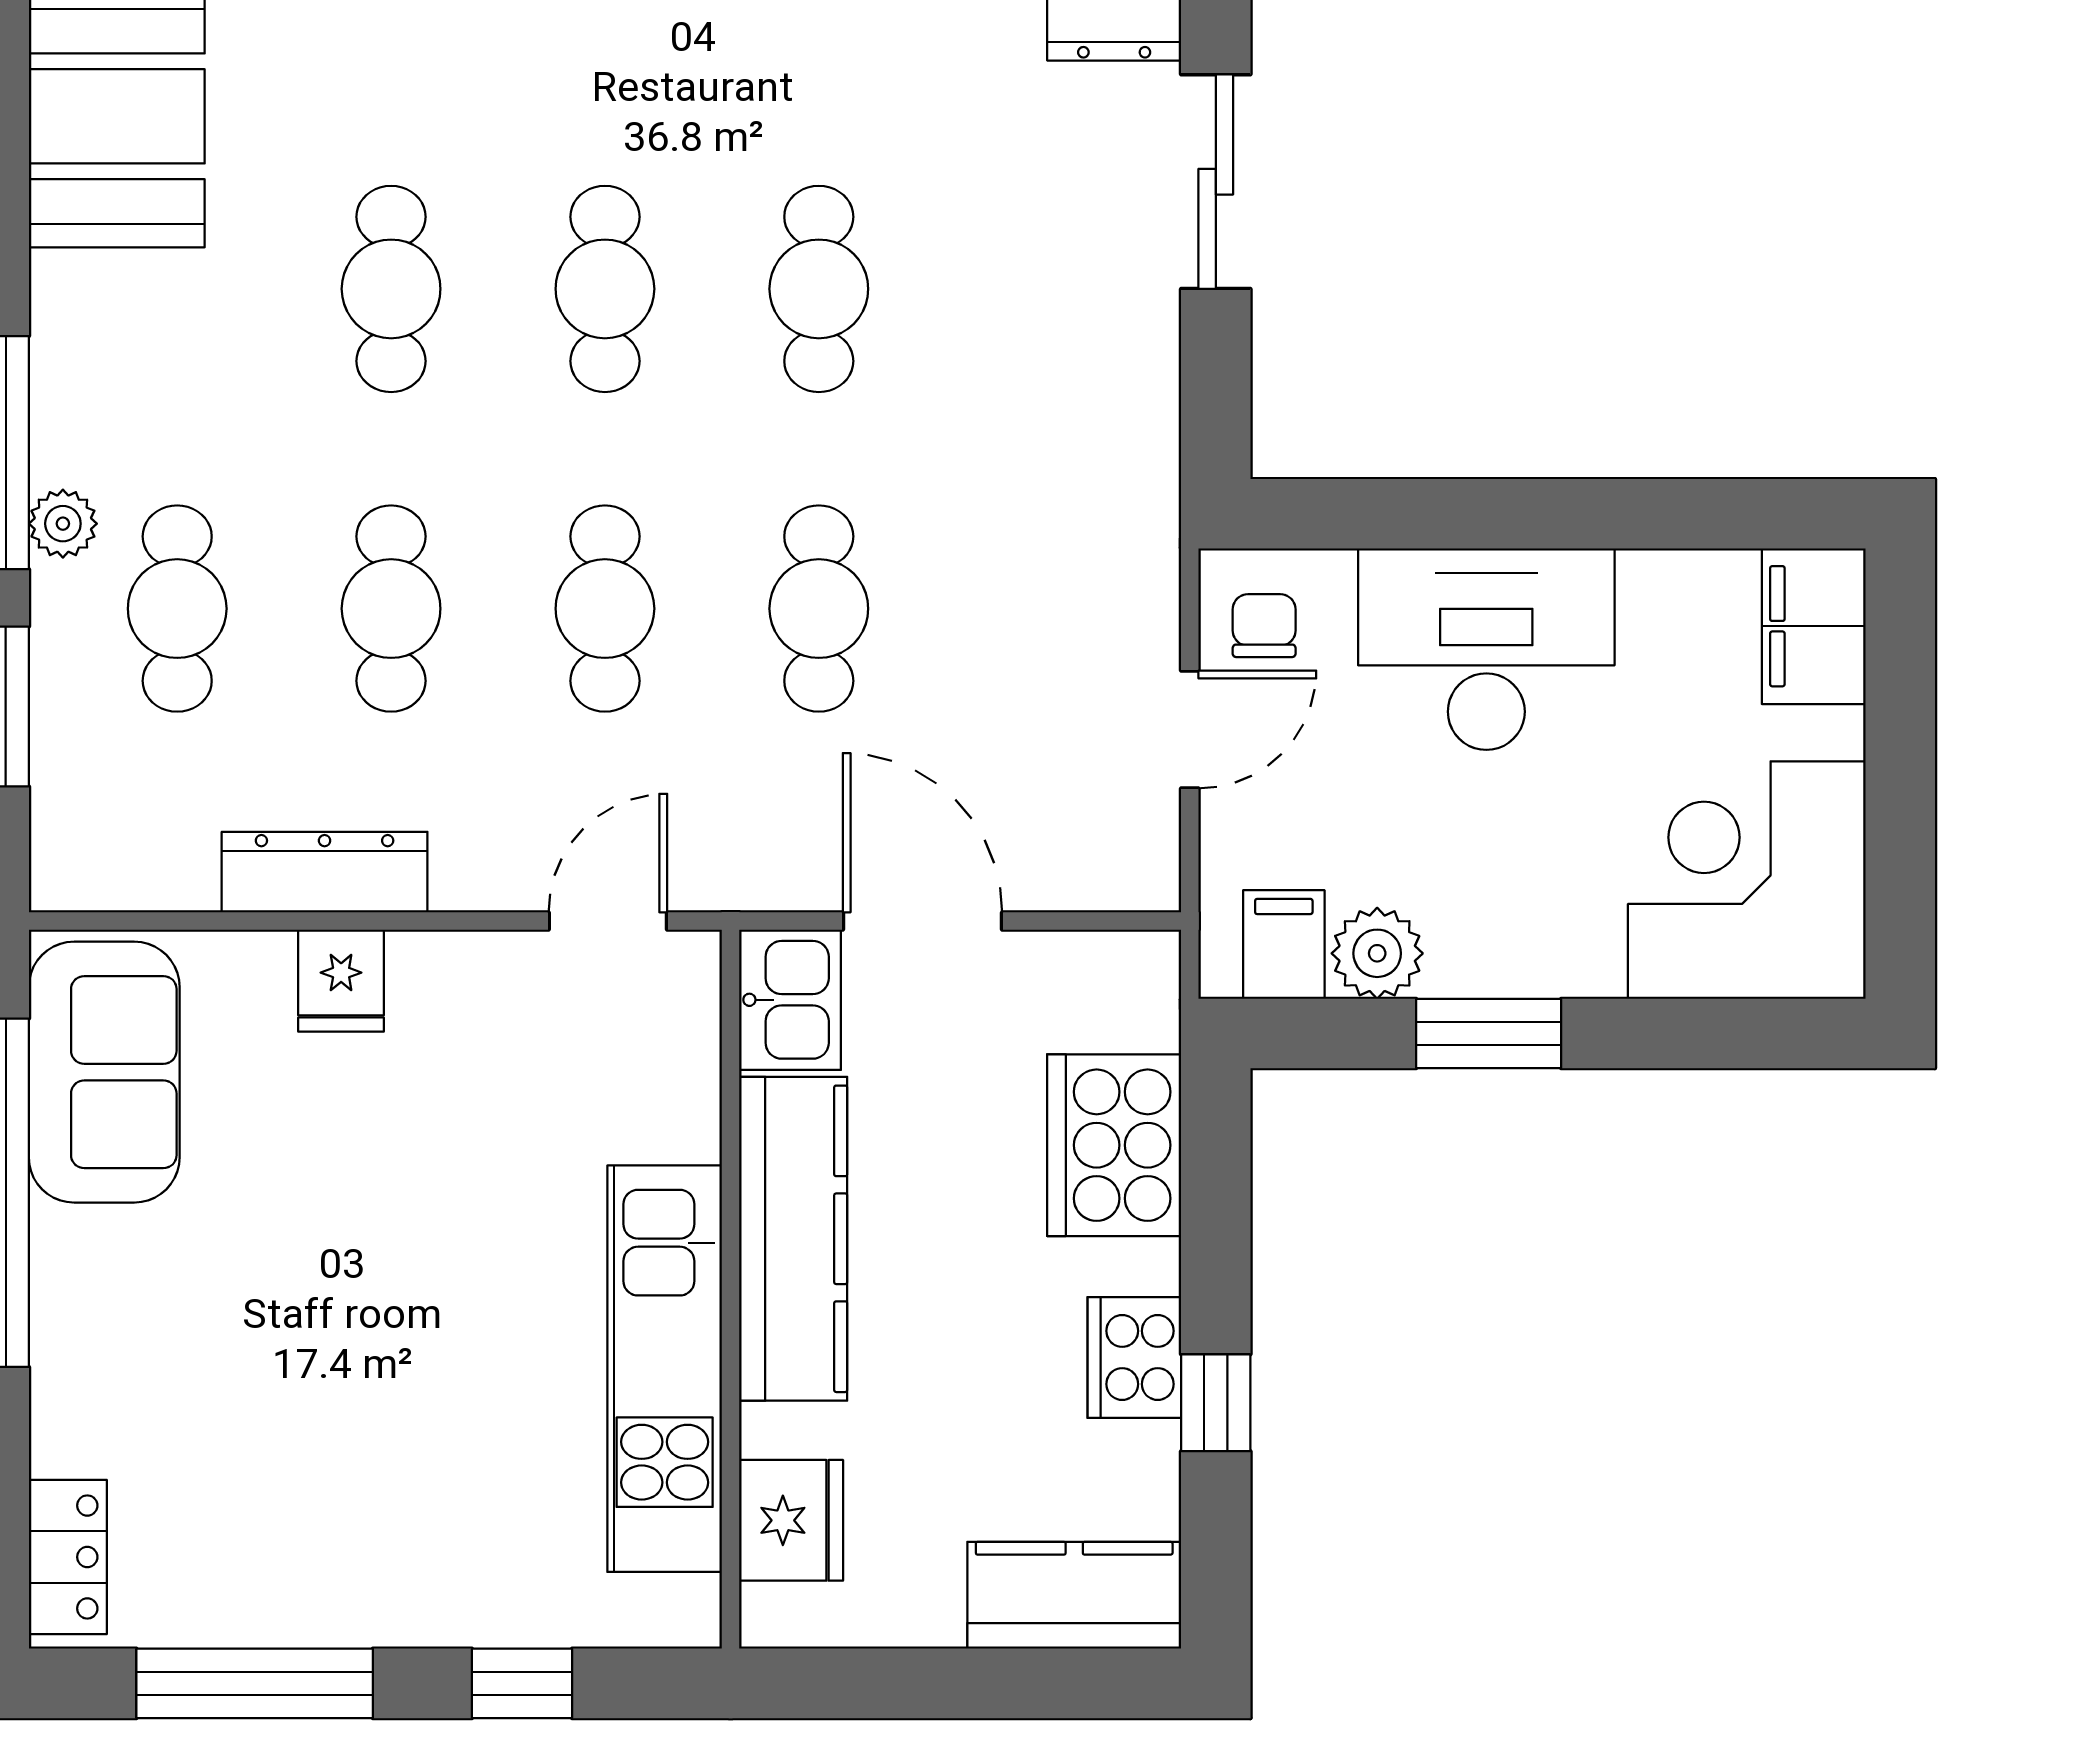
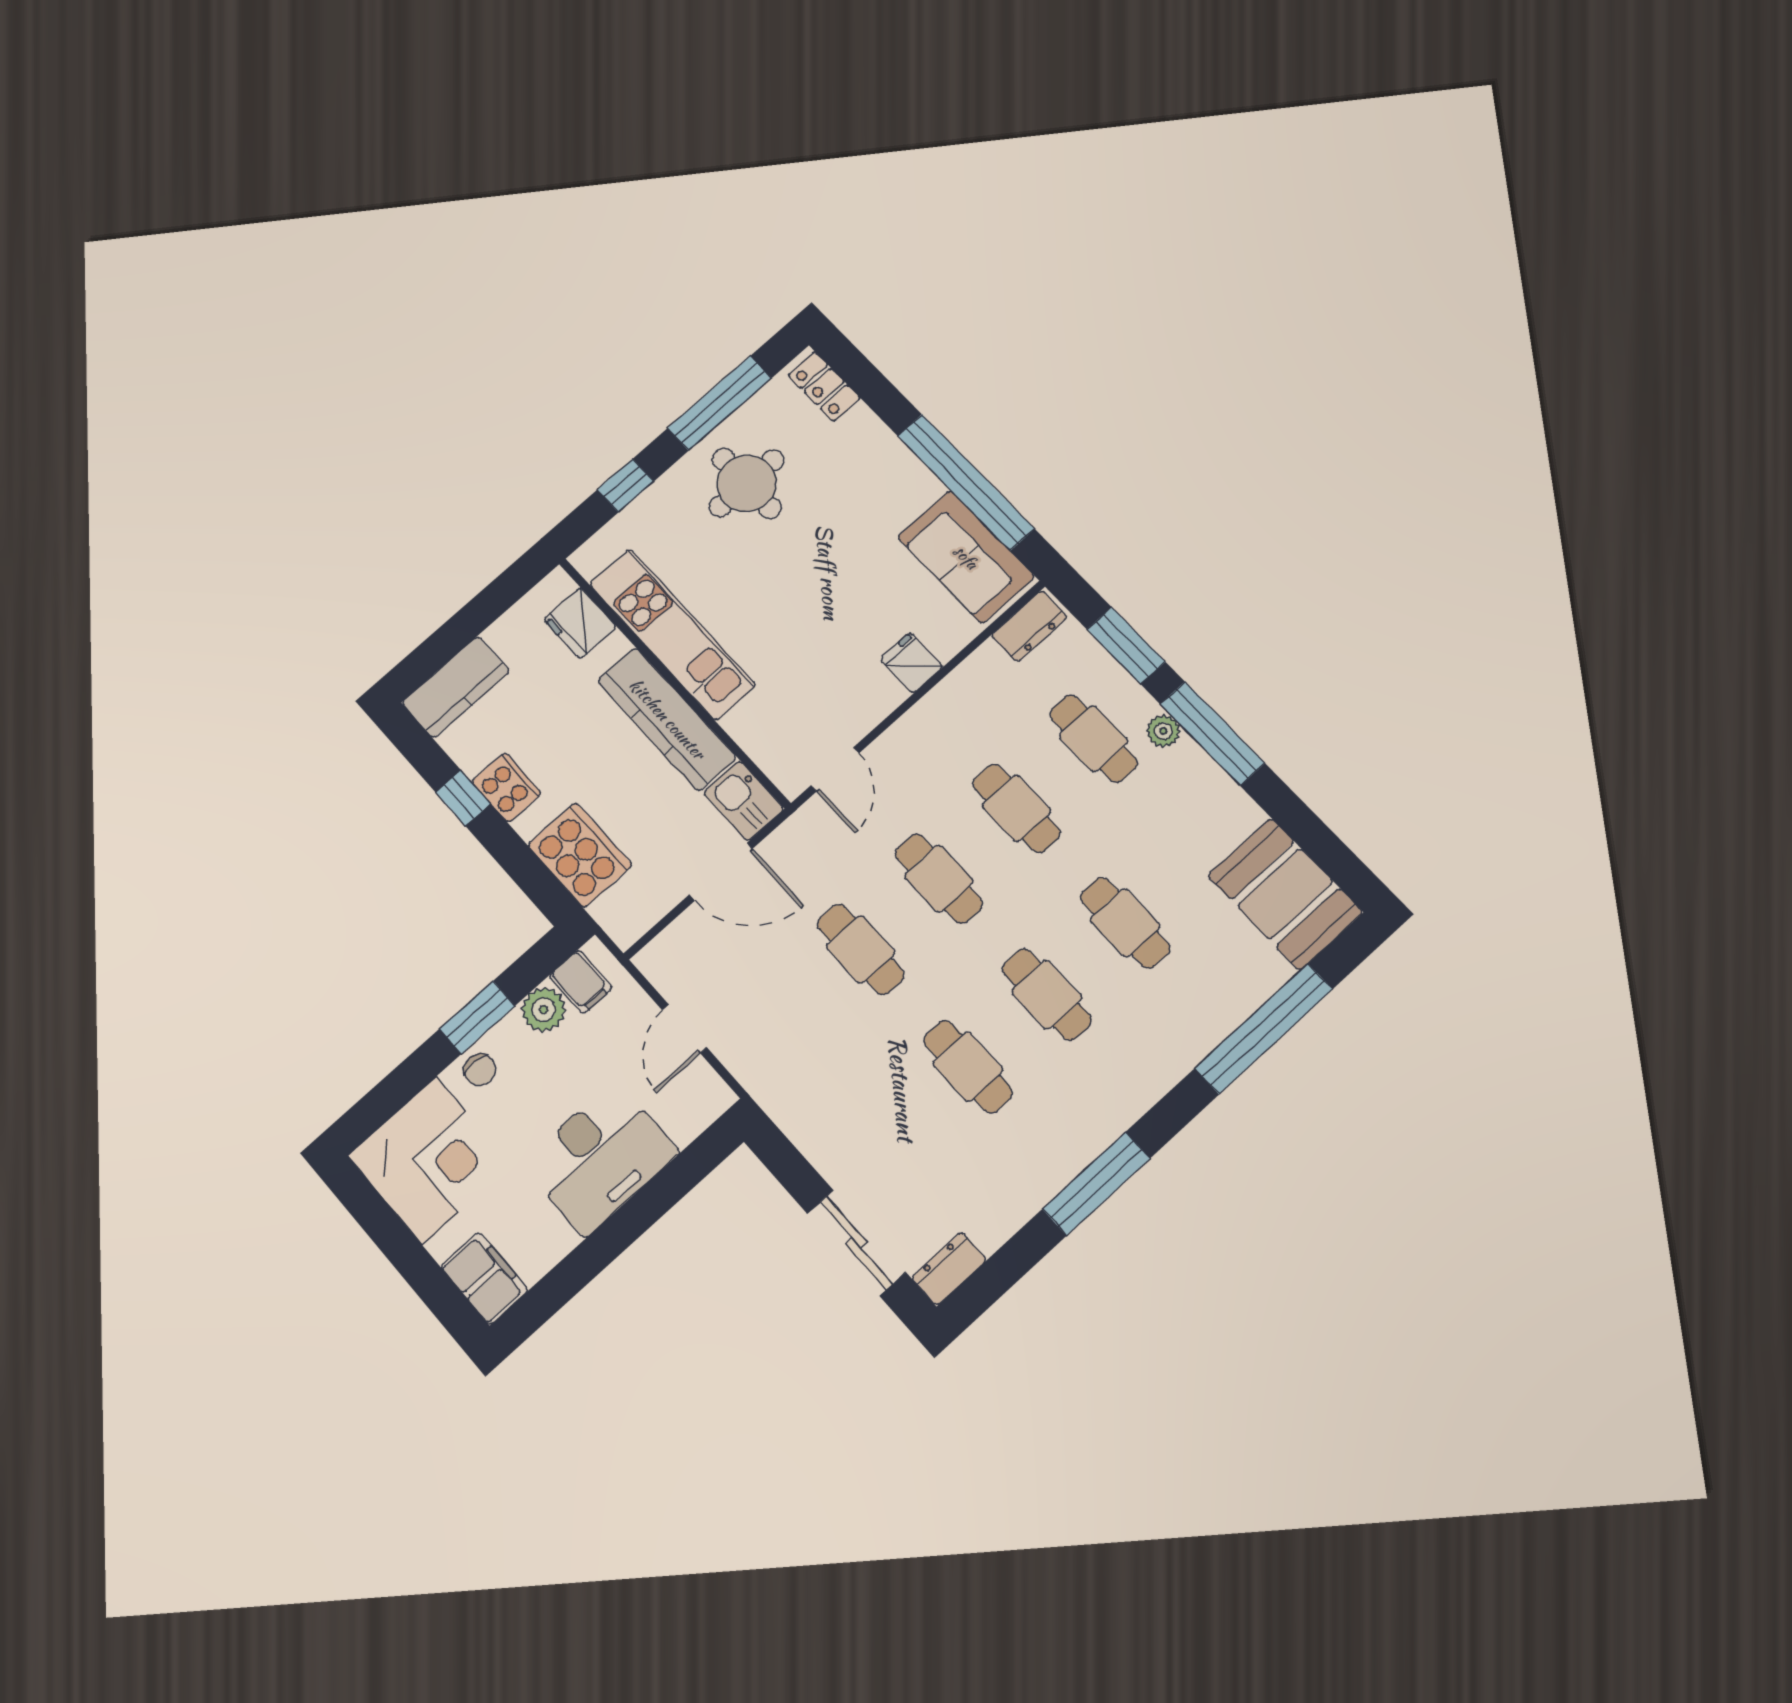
chair: (1264, 626) -> (480, 1070), moved
dresser: (325, 872) -> (1029, 626), moved, width x0.70
round table: (331, 1509) -> (747, 483), added

